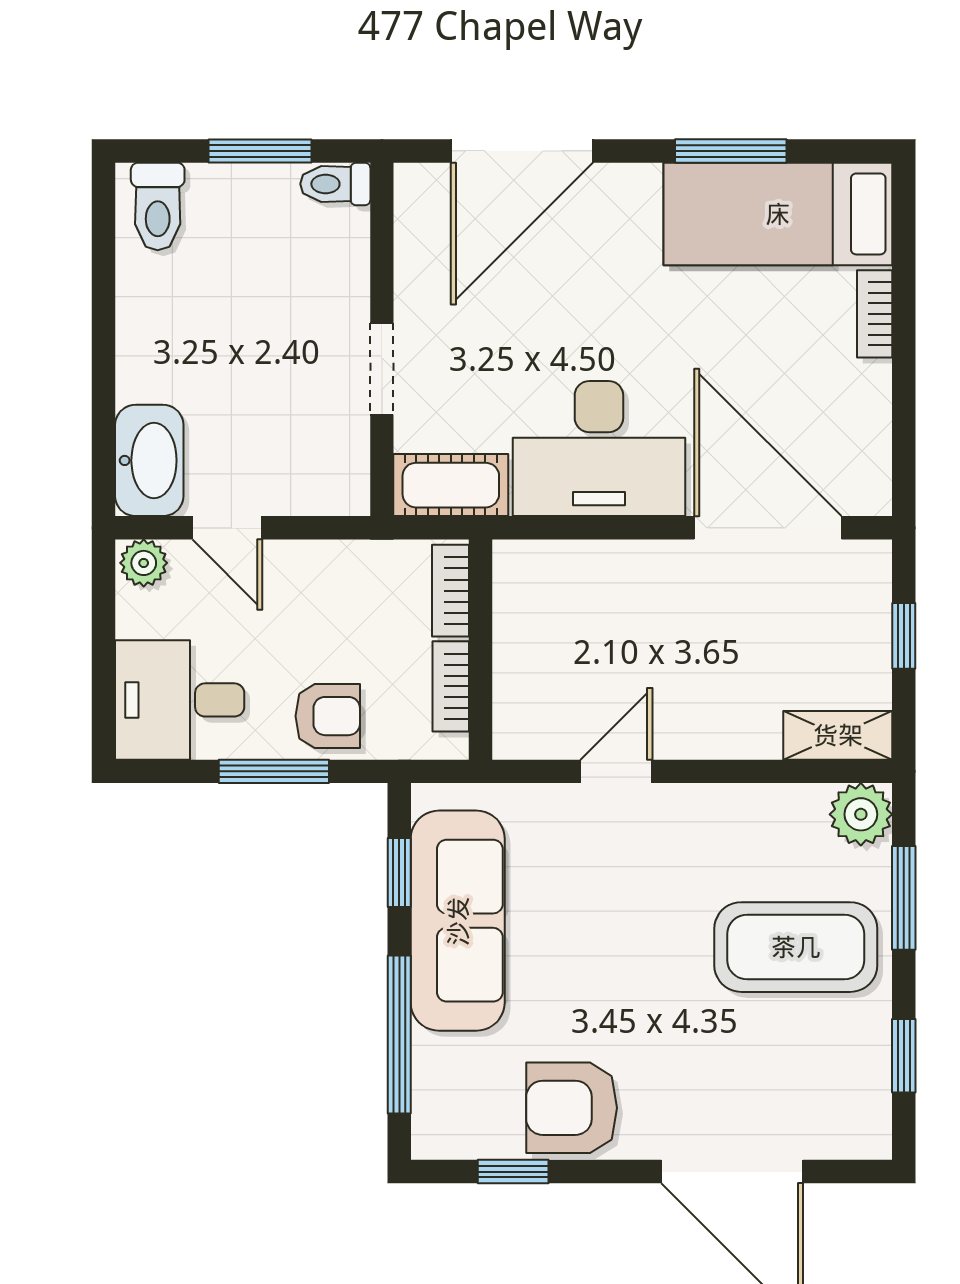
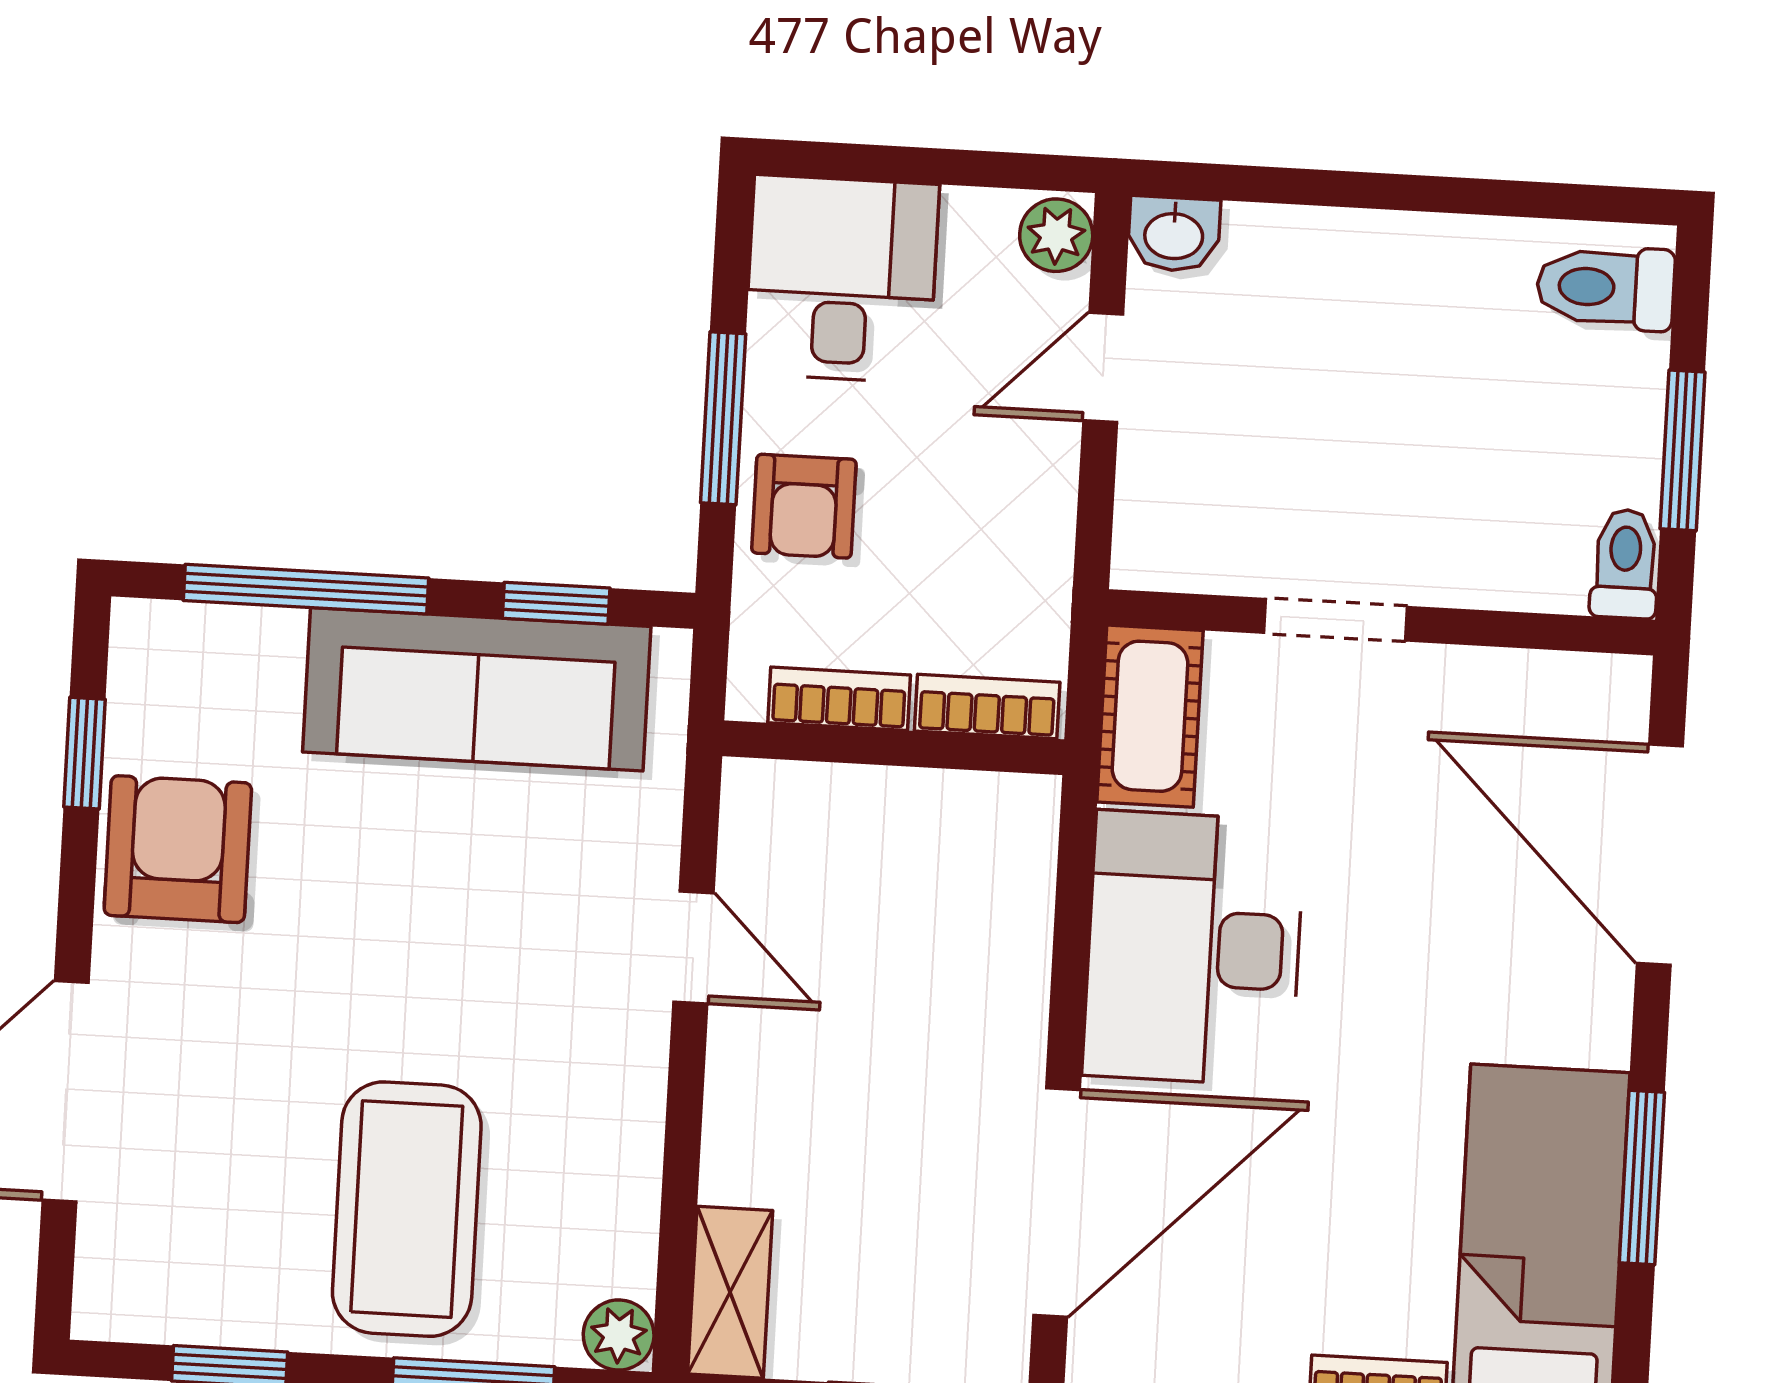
washbasin: (149, 460) -> (1174, 234), width x0.52, depth x0.69
plant: (861, 814) -> (619, 1335), width x0.73, depth x0.73

